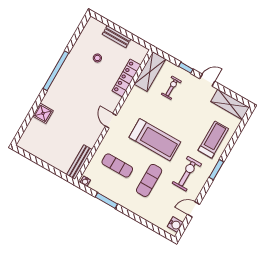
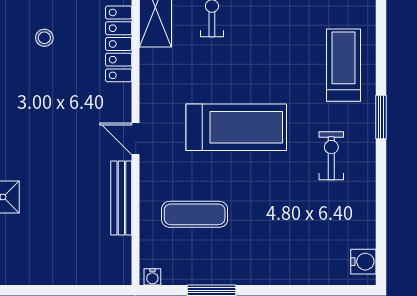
bench: (79, 162) -> (121, 198), moved
exercise bike: (187, 174) -> (331, 156), width x0.73, depth x0.72
exercise mat: (149, 180) -> (269, 208), removed
door: (193, 209) -> (381, 214), removed

